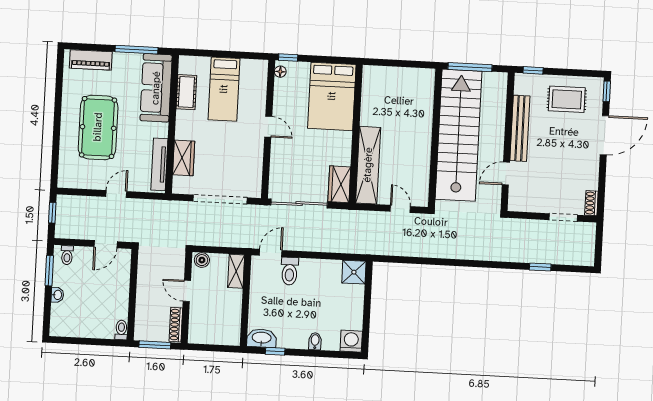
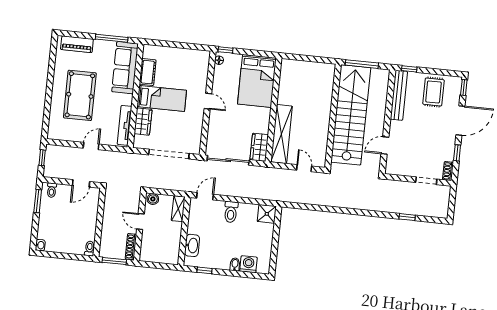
bed: (224, 89) -> (162, 98), moved, turned -90
rug: (567, 99) -> (433, 92), turned 90
bench: (520, 128) -> (399, 95), moved
window: (602, 178) -> (457, 153), added
toilet: (290, 271) -> (231, 212), moved
washbasin: (57, 295) -> (40, 245), moved
washbasin: (262, 338) -> (192, 245), moved, turned 90
washing machine: (351, 341) -> (248, 264), moved

